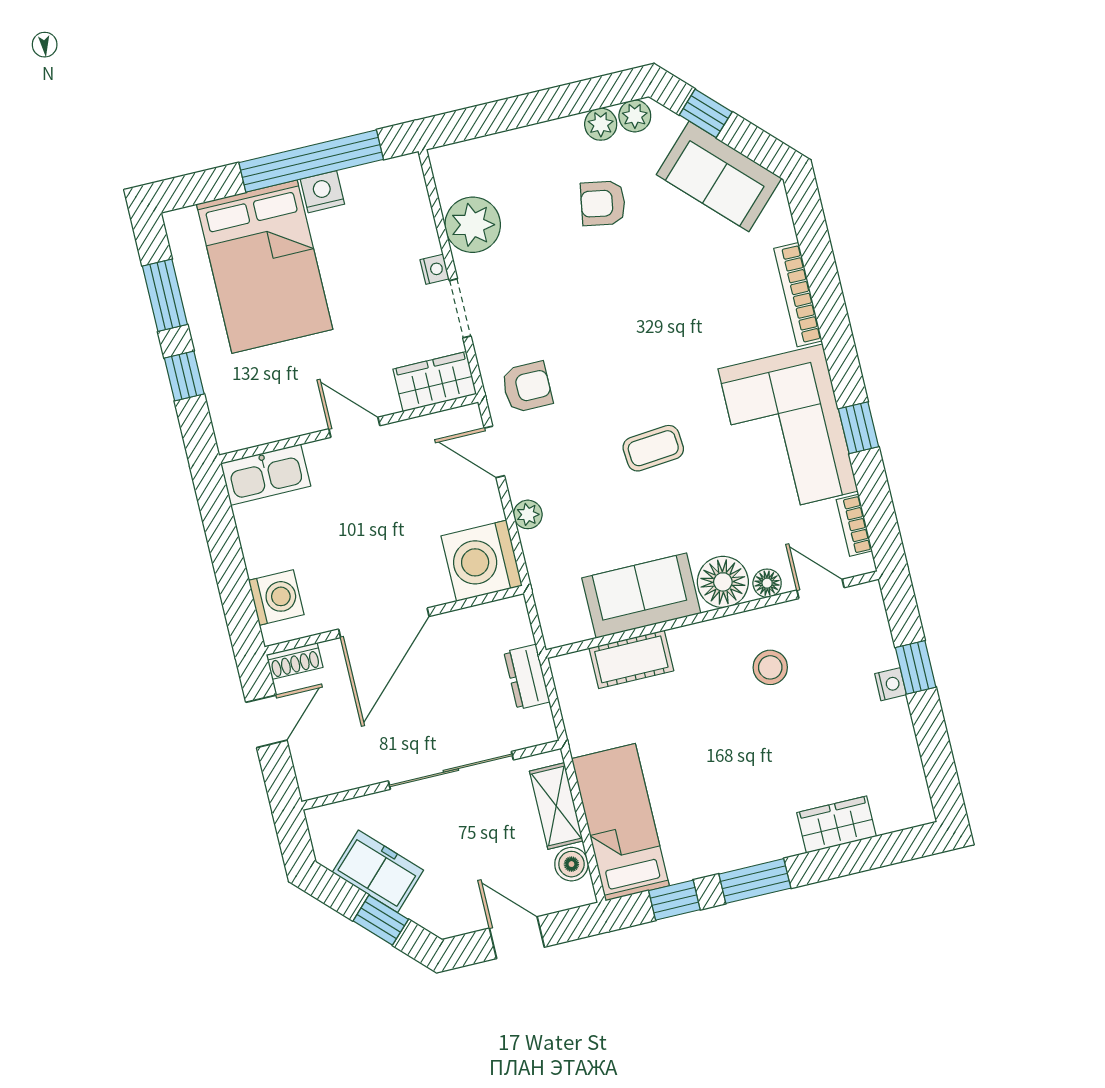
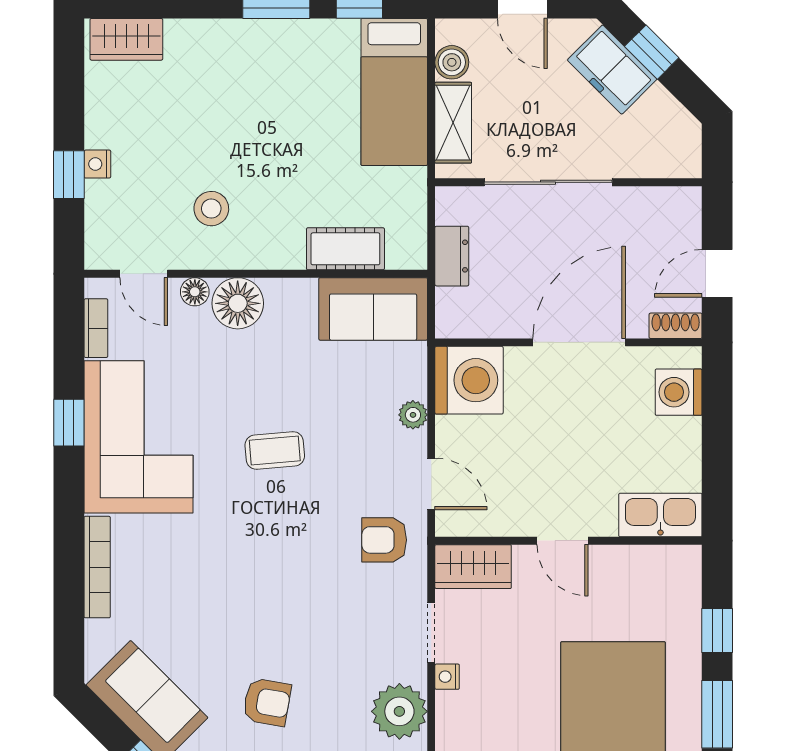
sofa: (641, 596) -> (373, 309), moved
wardrobe: (837, 824) -> (126, 39), moved
freezer: (378, 871) -> (612, 70), moved

